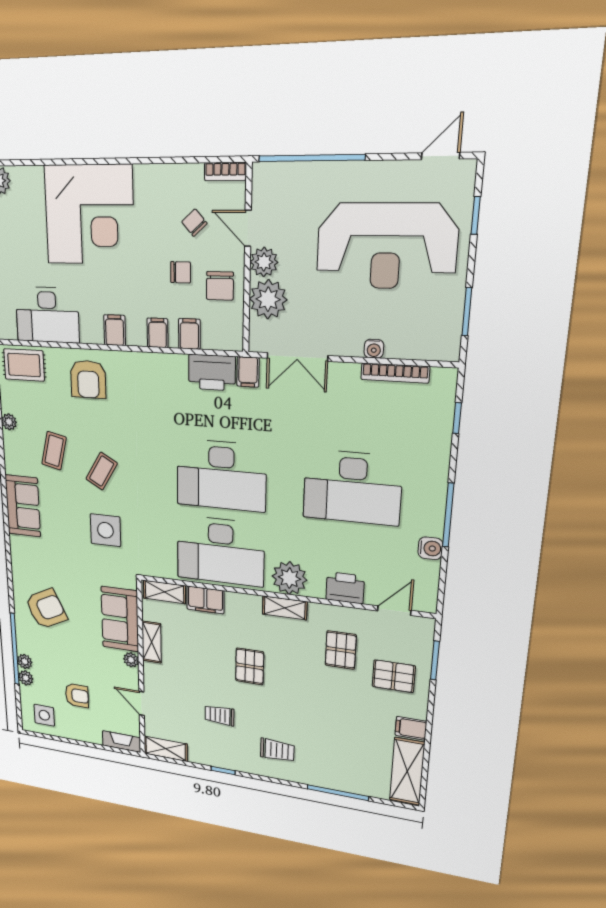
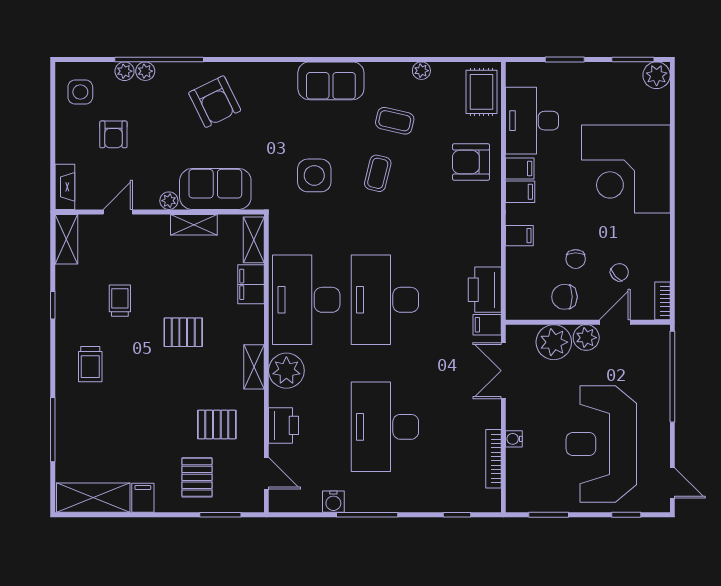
filing cabinet: (189, 334) -> (520, 168), moved
coffee table: (102, 471) -> (378, 173), turned 74

